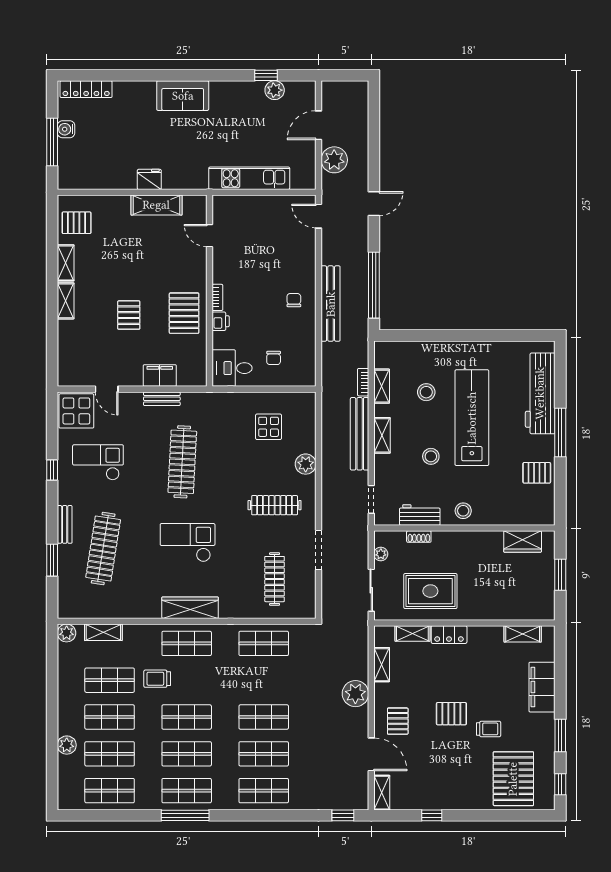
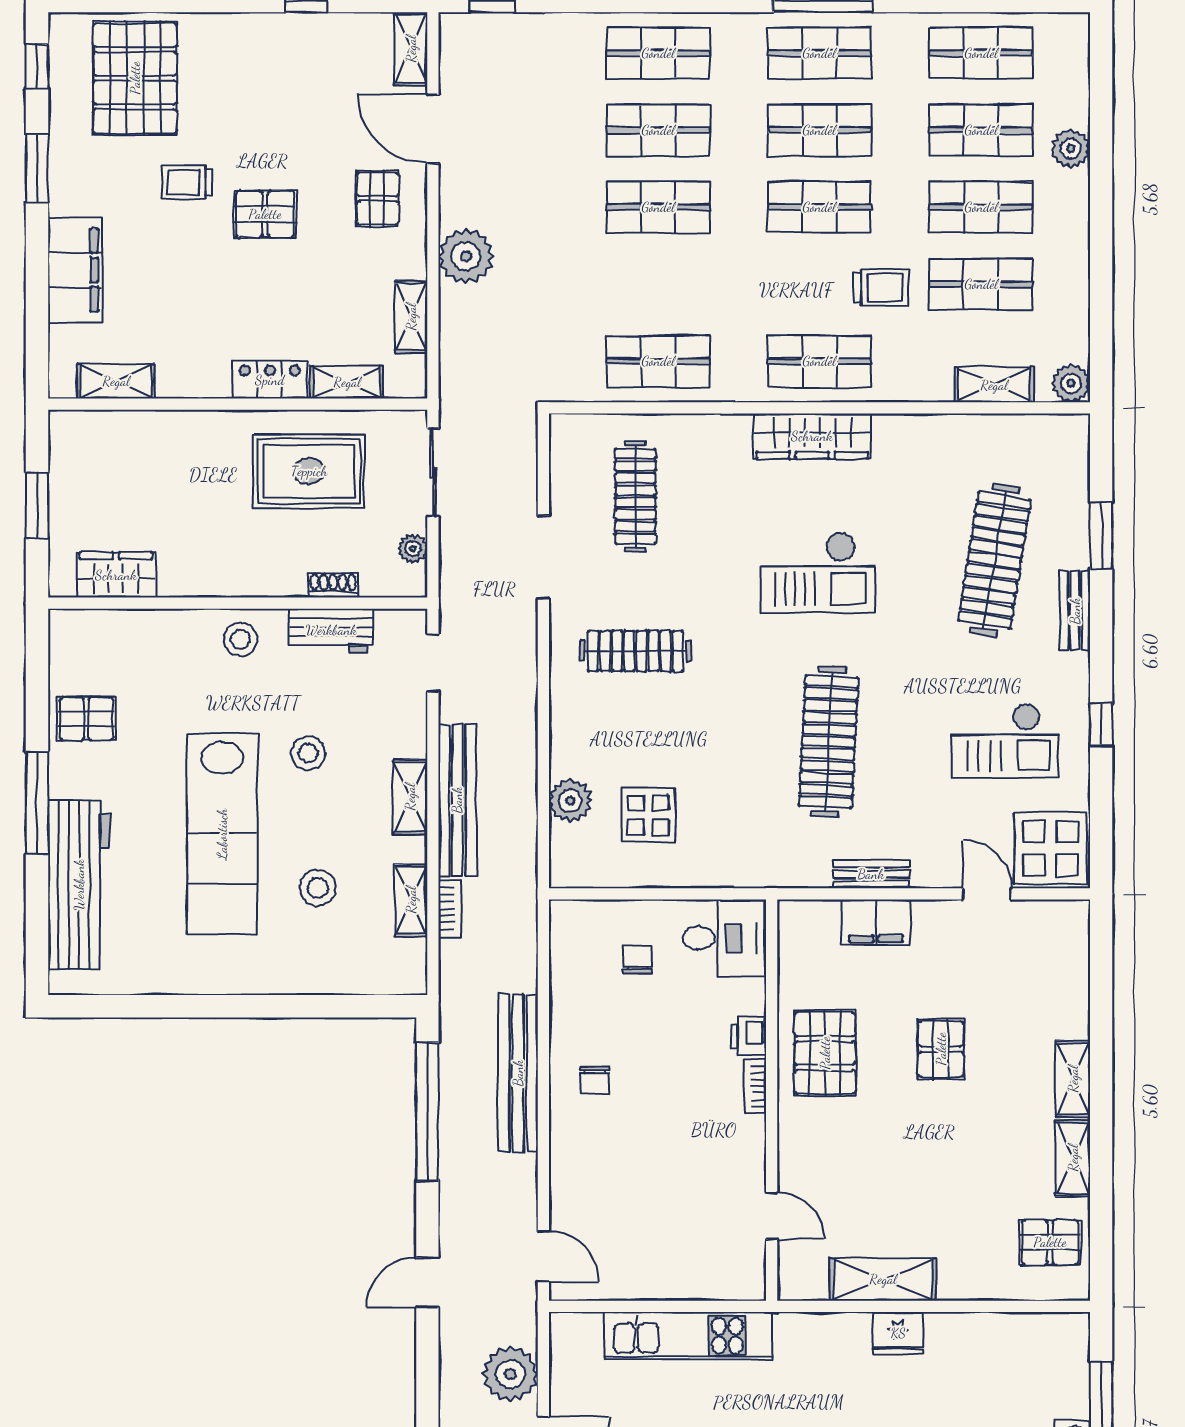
plant: (306, 464) -> (570, 801), moved

